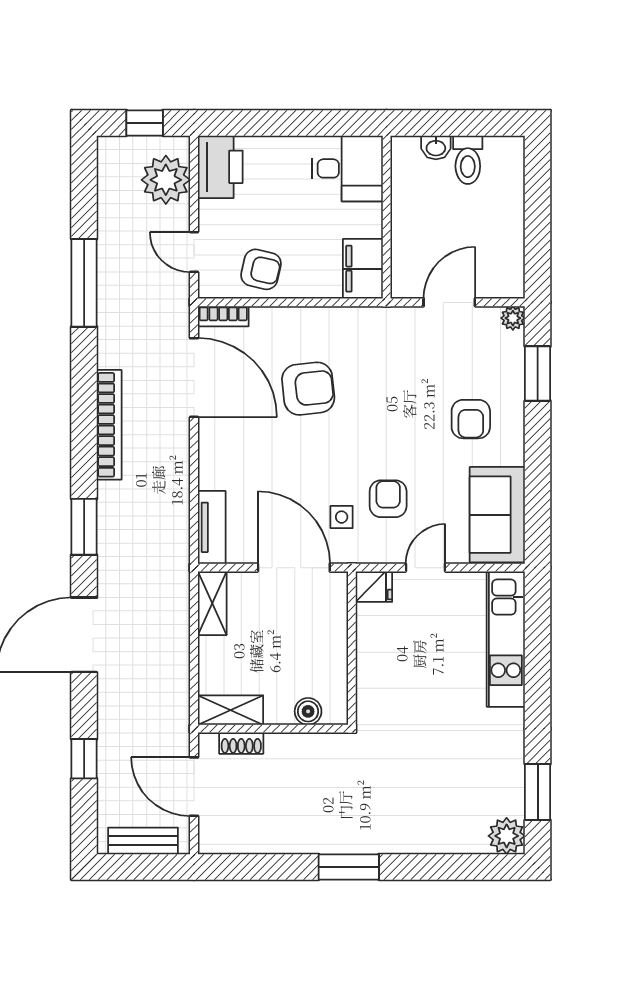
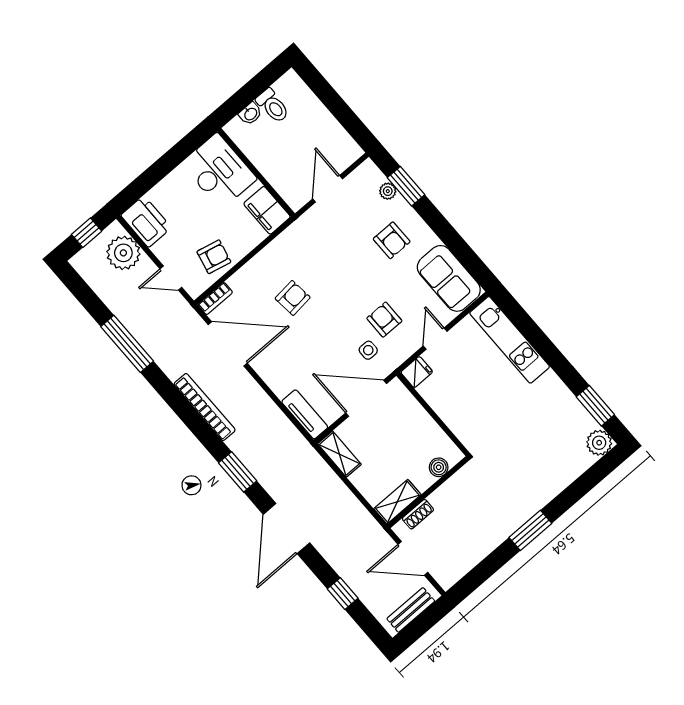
desk: (347, 168) -> (219, 171), width x1.37
plant: (513, 318) -> (388, 191), moved
armchair: (308, 389) -> (293, 298), width x0.72, depth x0.72

